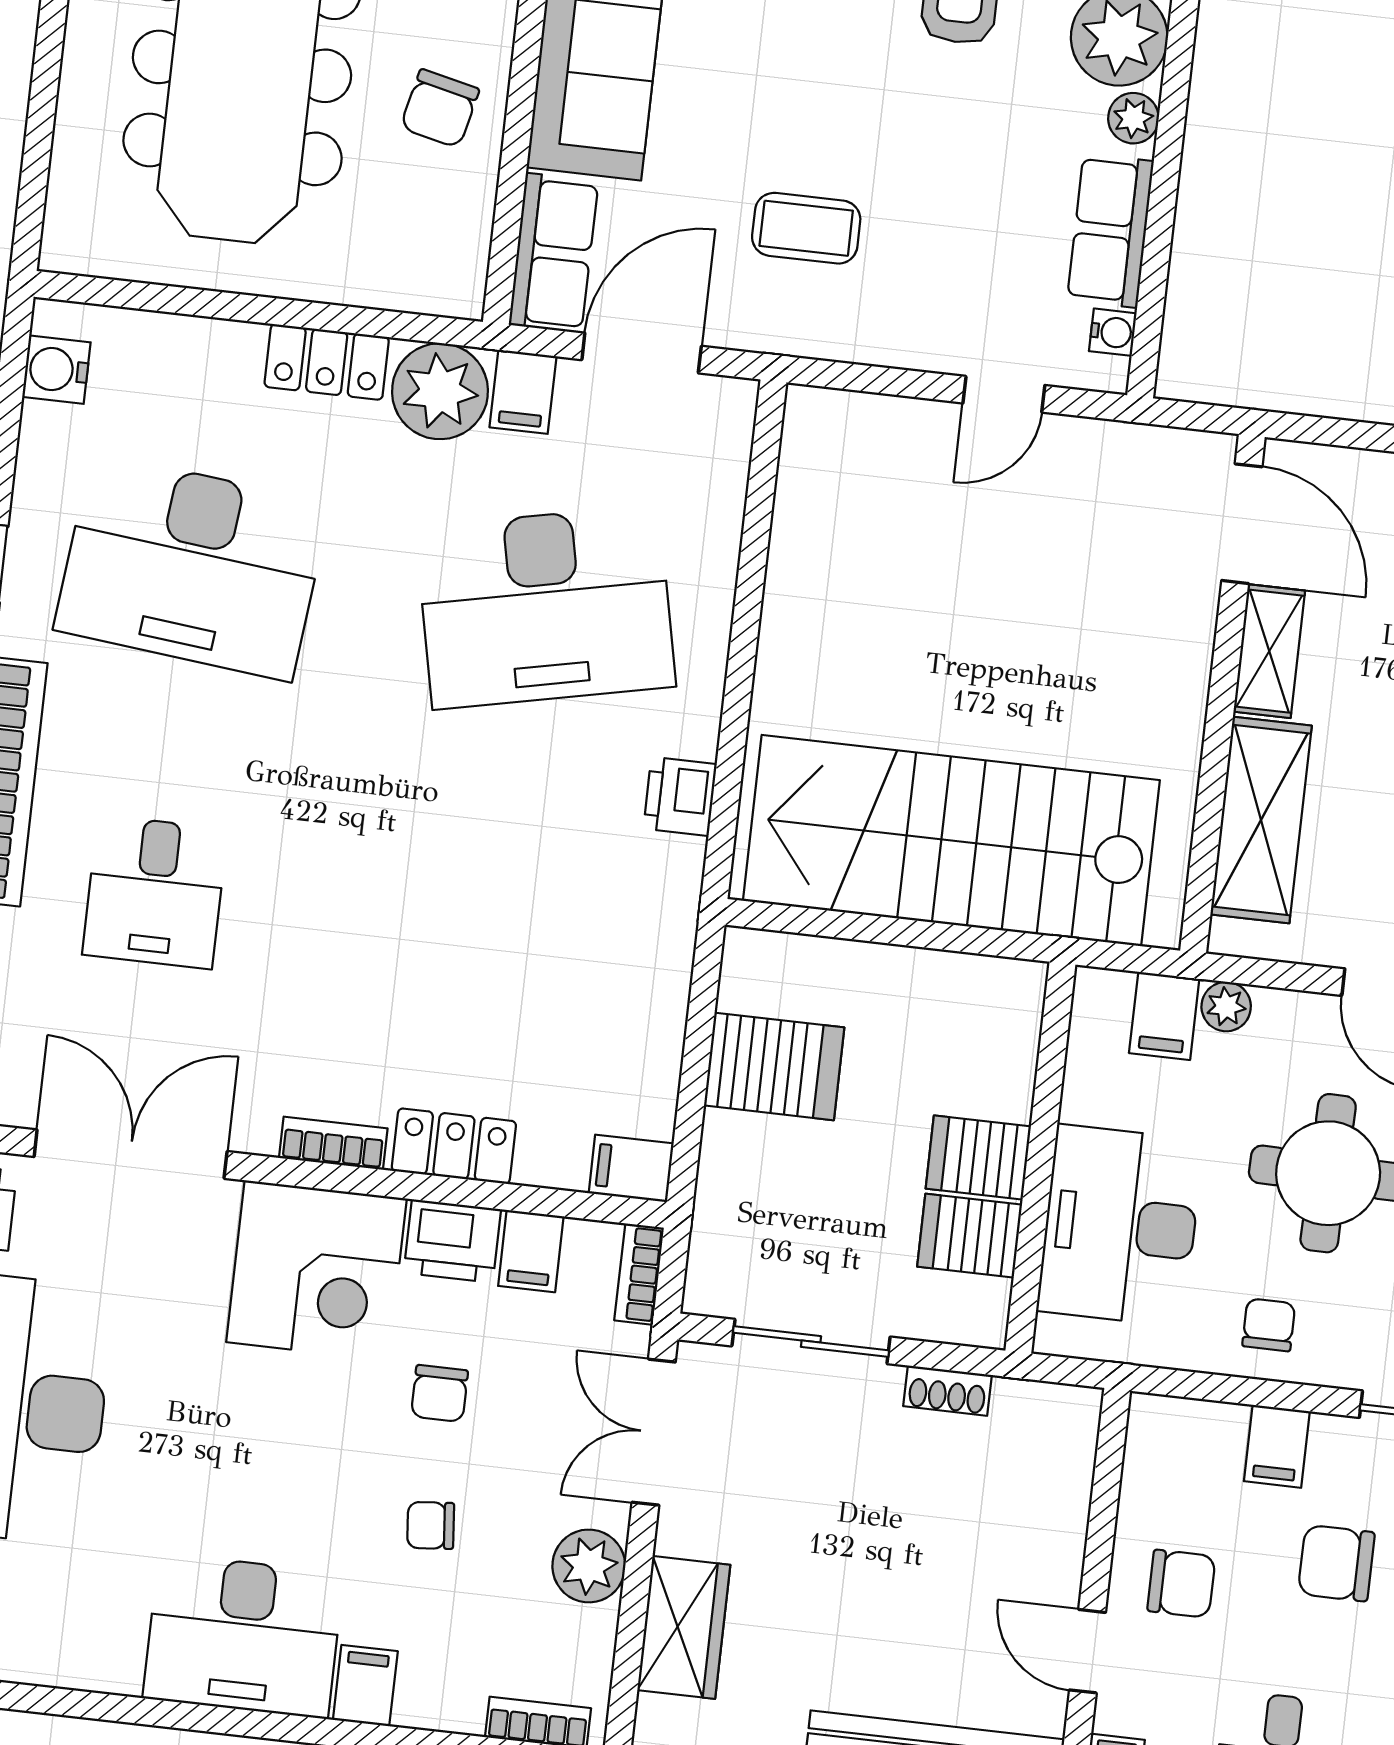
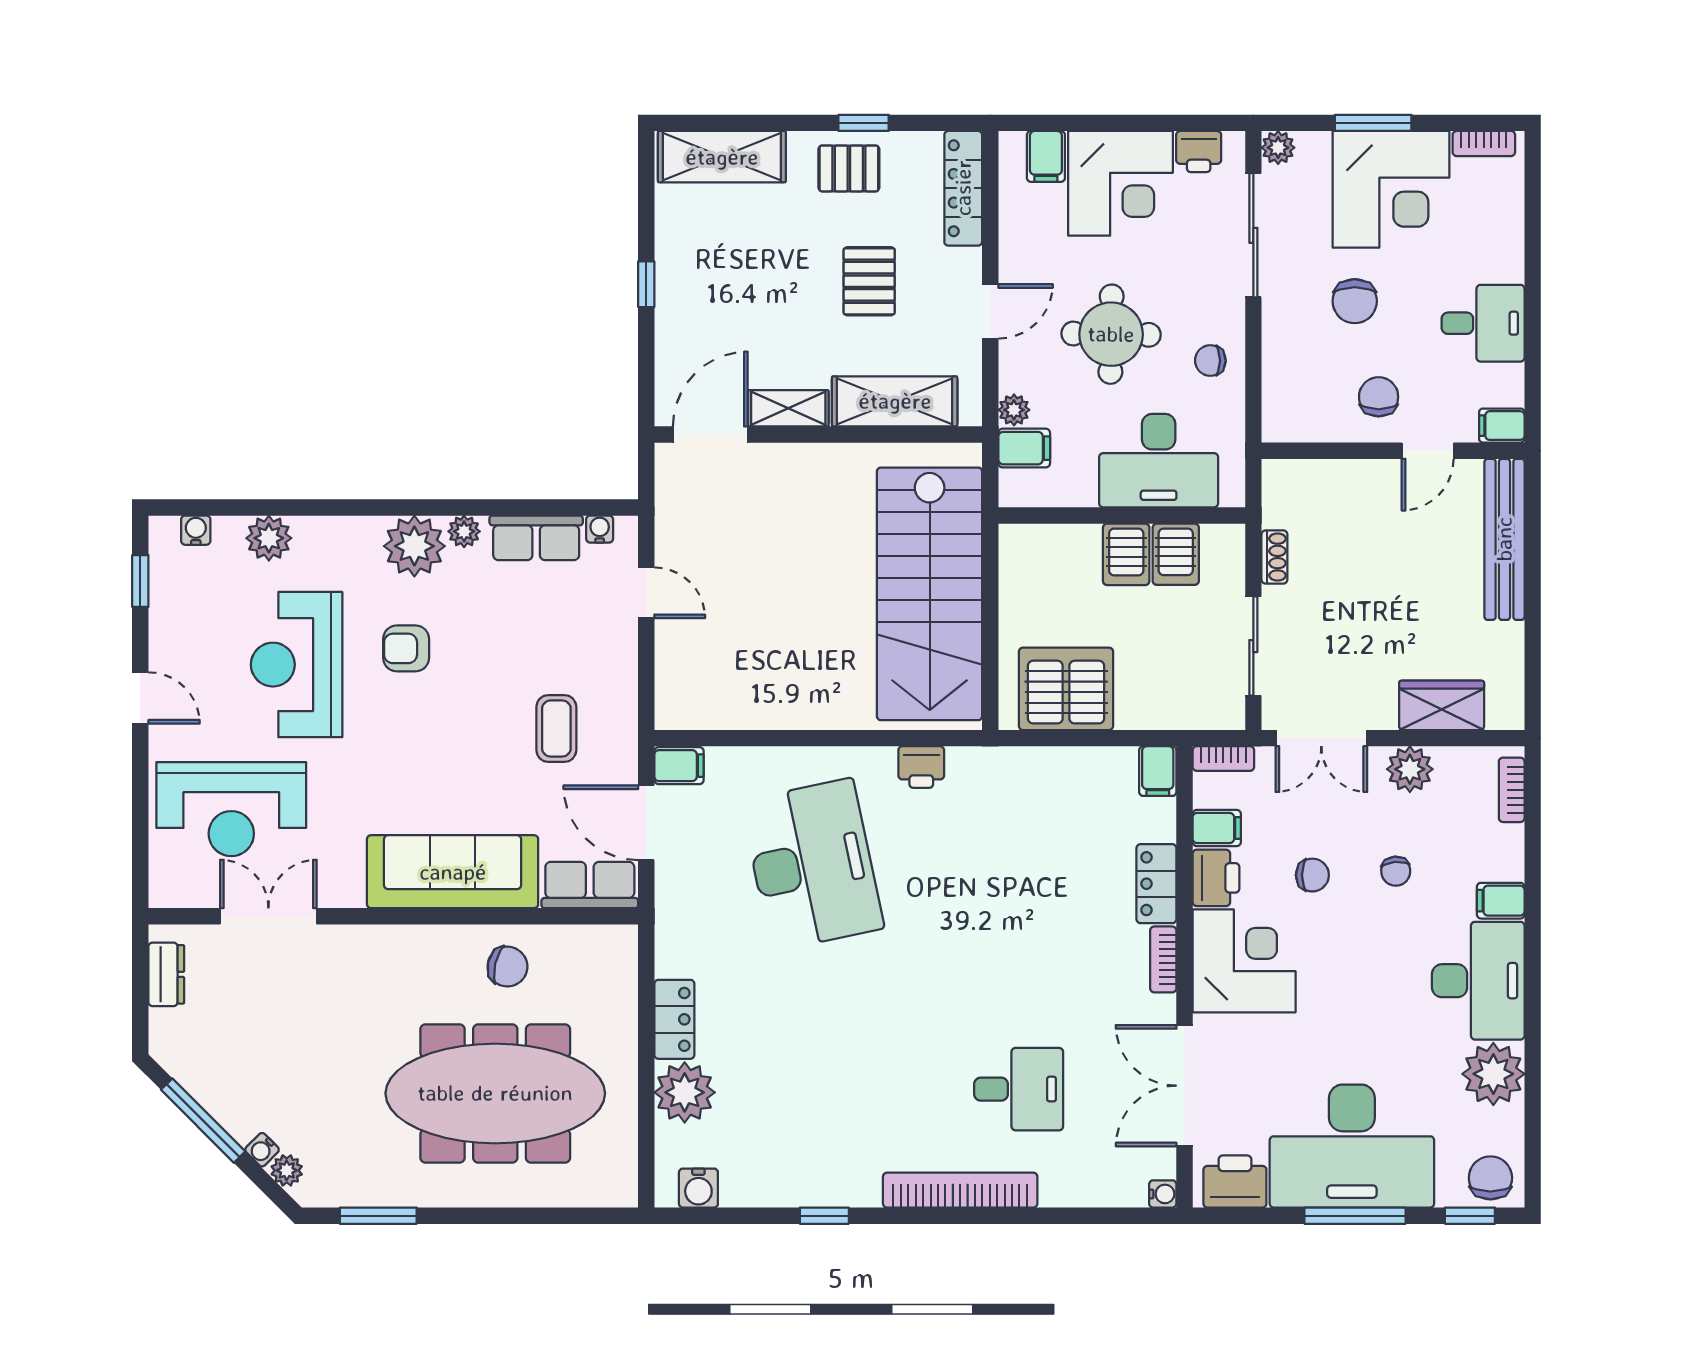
plant: (440, 391) -> (685, 1092), moved
filing cabinet: (523, 392) -> (679, 766), moved
desk: (192, 567) -> (812, 1089), removed
server rack: (774, 1066) -> (1066, 689), width x1.60
filing cabinet: (1277, 1446) -> (1286, 347), removed
plant: (93, 1643) -> (1493, 1074), added

